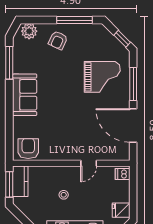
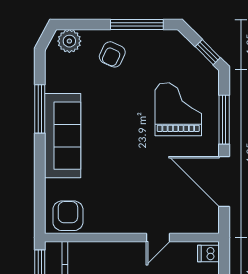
window: (9, 63) -> (40, 109), moved
grand piano: (102, 77) -> (178, 109), turned -90
sofa: (25, 95) -> (63, 136), width x1.36

